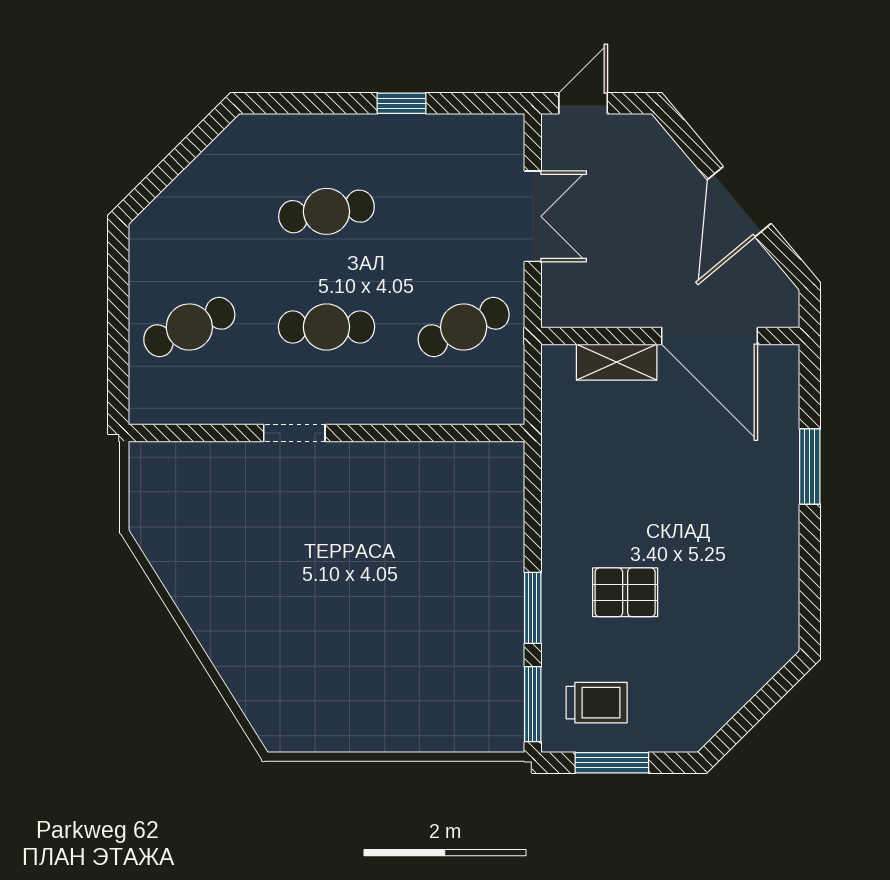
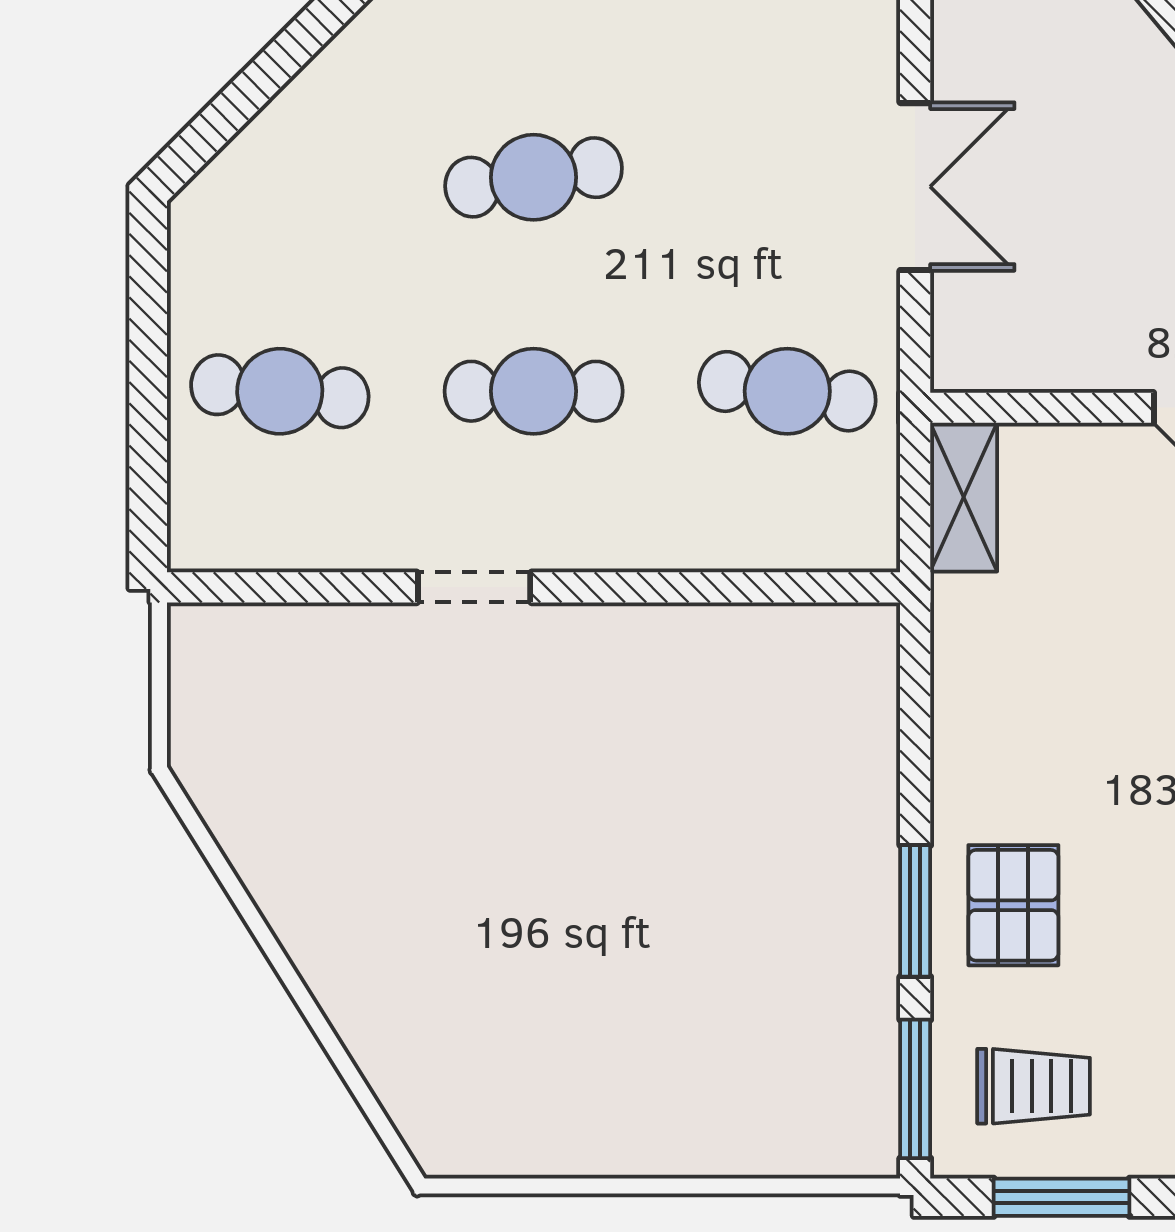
cafe table: (189, 327) -> (280, 391), turned 30
cafe table: (464, 327) -> (787, 391), turned 33
shelving: (617, 362) -> (964, 497), moved, turned 90
pallet: (625, 592) -> (1013, 905), moved, turned 90

